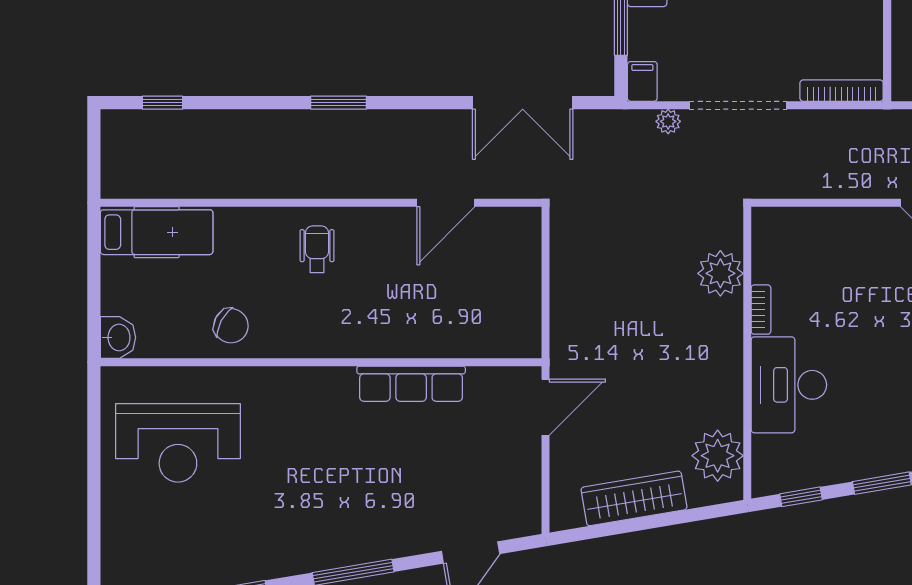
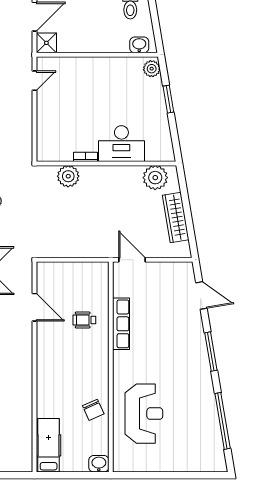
wheelchair: (317, 249) -> (84, 320), moved
chair: (231, 326) -> (93, 410), turned 128
reception desk: (178, 443) -> (144, 414), moved
window: (801, 497) -> (175, 138), removed

